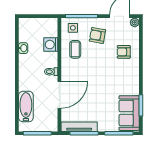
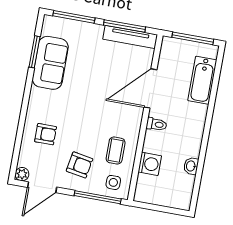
sofa: (129, 113) -> (50, 63), moved

